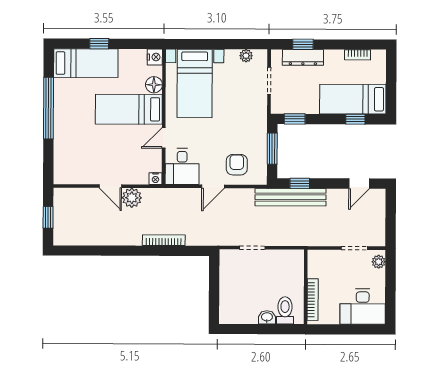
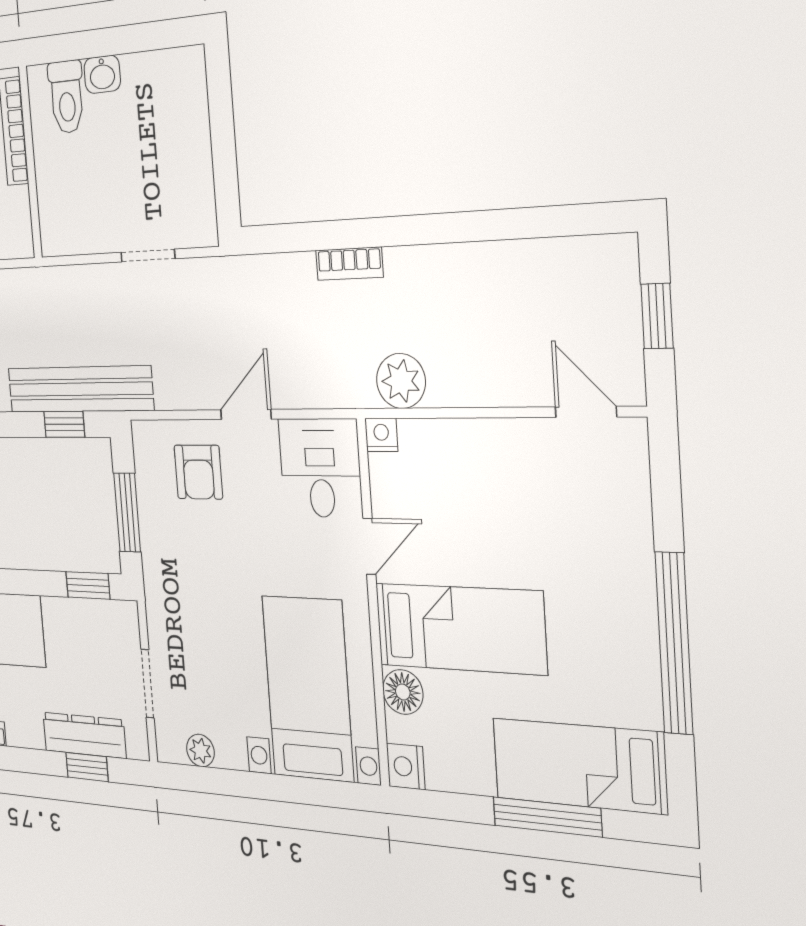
window: (99, 44) -> (547, 817), width x2.17
door: (110, 186) -> (586, 412), moved
plant: (132, 198) -> (401, 381), moved
bookcase: (164, 240) -> (349, 264), width x0.64

